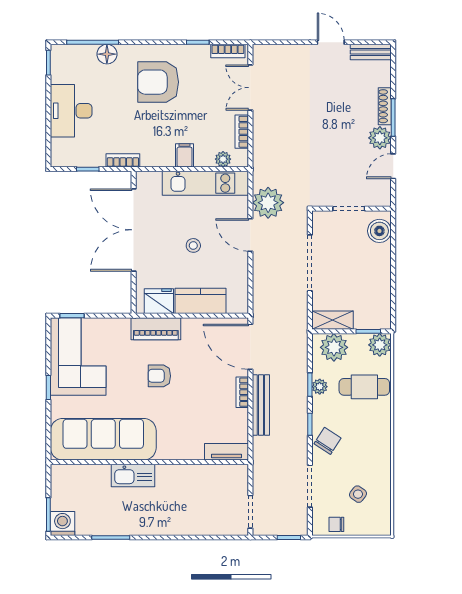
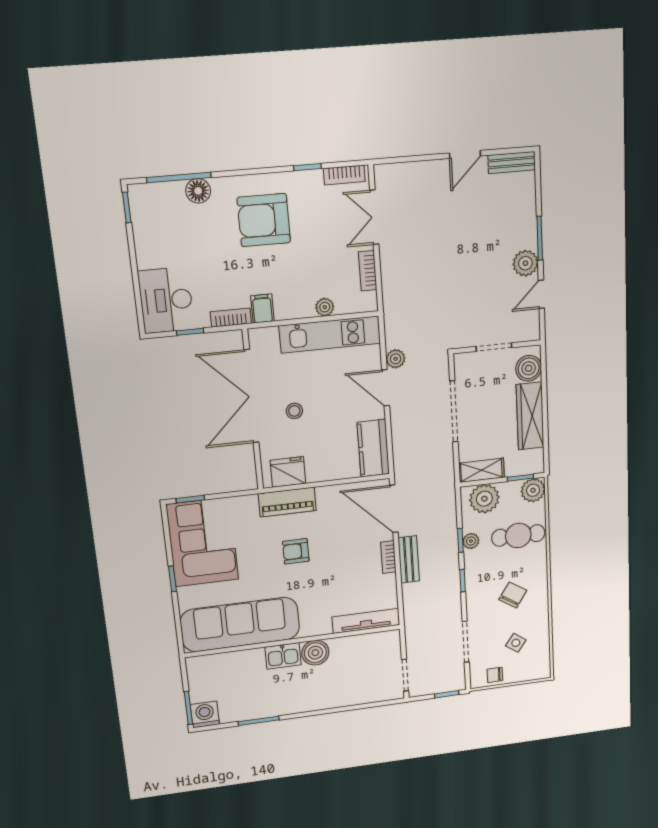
door: (331, 42) -> (465, 154), swing flipped
shoe rack: (385, 106) -> (530, 226), removed
desk: (71, 111) -> (166, 300), moved
filing cabinet: (185, 155) -> (262, 309), moved
plant: (223, 159) -> (325, 307), moved
plant: (268, 203) -> (396, 359), width x0.53, depth x0.53
stool: (193, 245) -> (294, 411), moved
wardrobe: (379, 275) -> (530, 416), added
kitchen counter: (200, 301) -> (373, 448), moved, turned -90
bench: (261, 405) -> (409, 559), width x0.73
chair: (327, 441) -> (513, 595), moved
tv unit: (227, 452) -> (366, 621), width x1.41
kitchen sink: (133, 476) -> (283, 656), width x0.73
boiler: (169, 477) -> (315, 653), added

